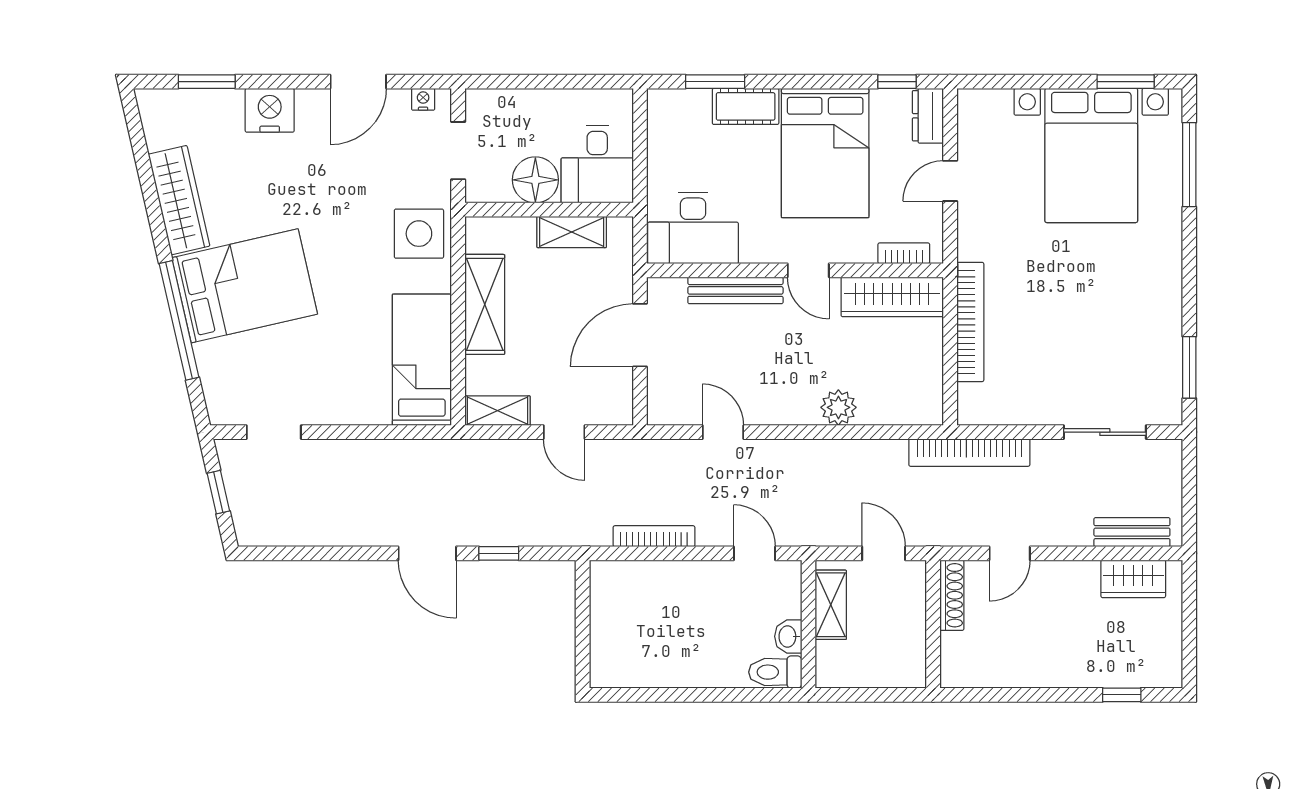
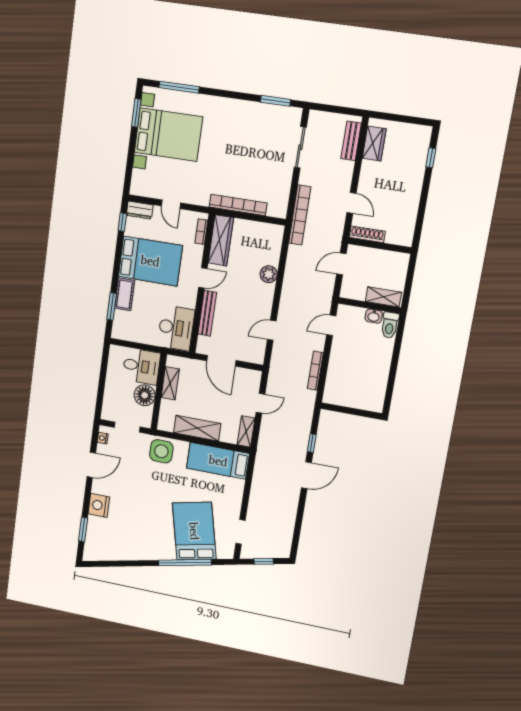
door: (358, 82) -> (91, 465), hinge flipped
wardrobe: (179, 200) -> (132, 552), removed
bed: (245, 286) -> (194, 531), moved
shelving: (831, 605) -> (383, 297), moved

